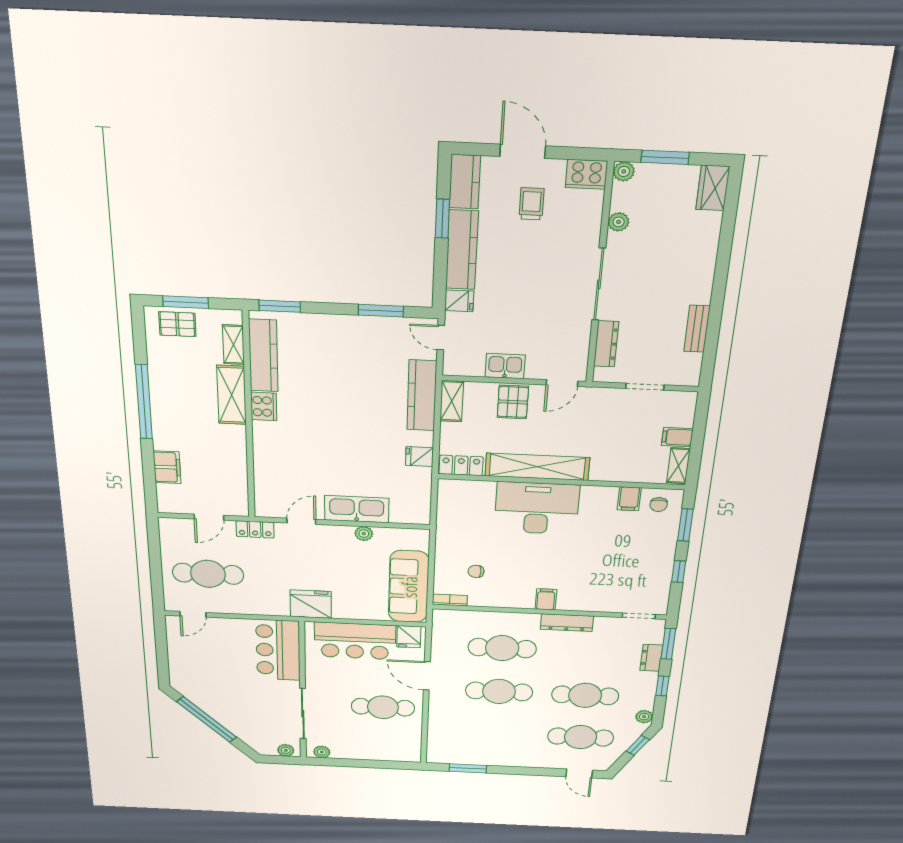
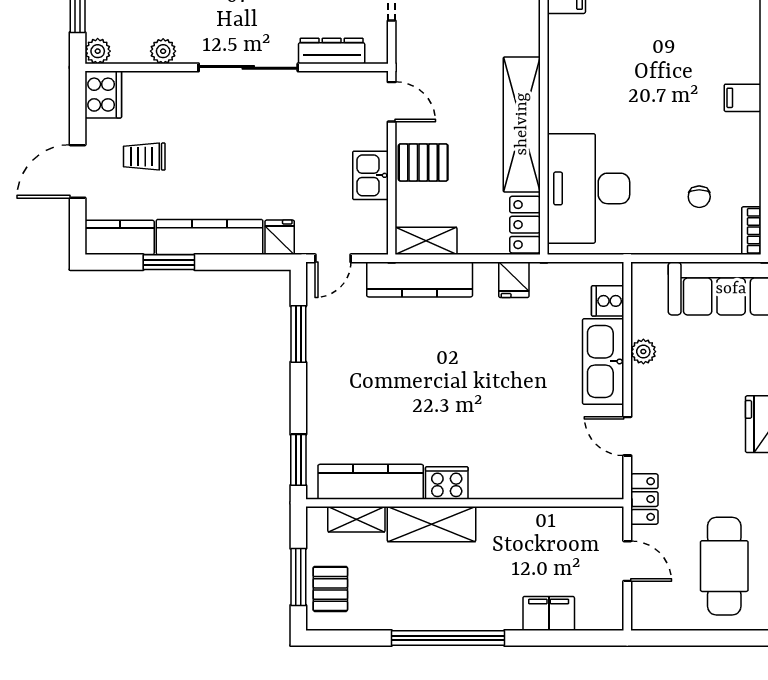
desk: (537, 508) -> (588, 188), moved
cooker: (402, 514) -> (608, 301), added

